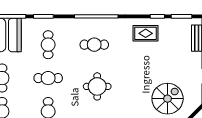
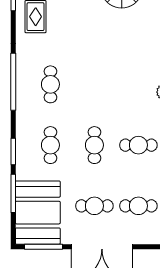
cafe table: (48, 45) -> (50, 145), turned 90
round table: (97, 86) -> (106, 80), removed

